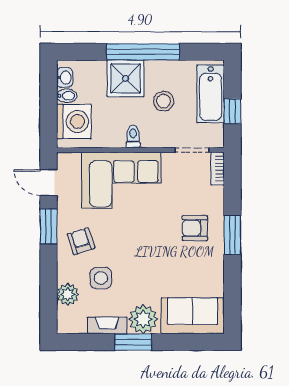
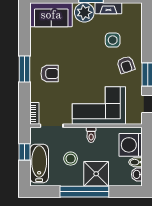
plant: (68, 294) -> (135, 29), removed

